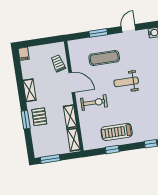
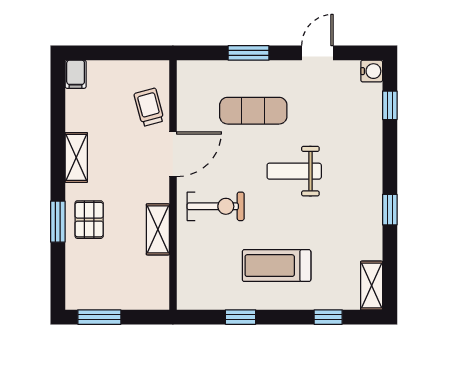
door: (72, 82) -> (173, 154), hinge flipped
treadmill: (117, 132) -> (277, 266), moved
shelving: (74, 140) -> (158, 282), removed

